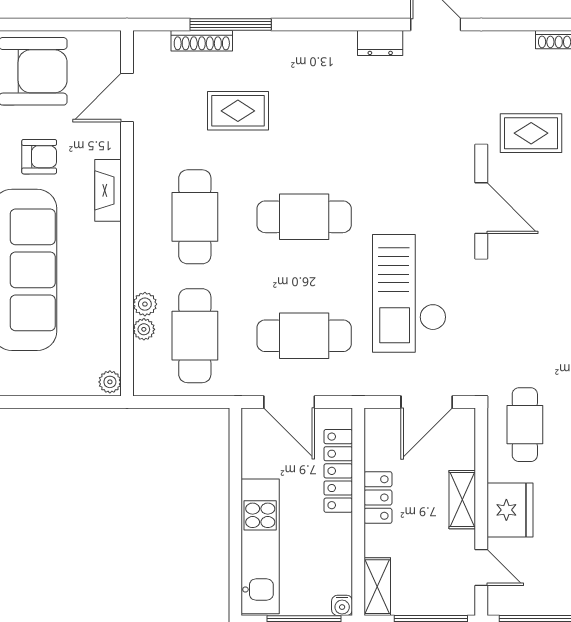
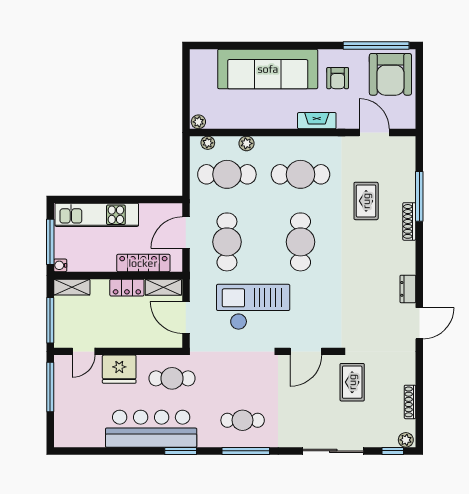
shoe rack: (202, 41) -> (409, 221), moved
plant: (144, 329) -> (208, 143), moved
shelving: (462, 500) -> (163, 287), moved

